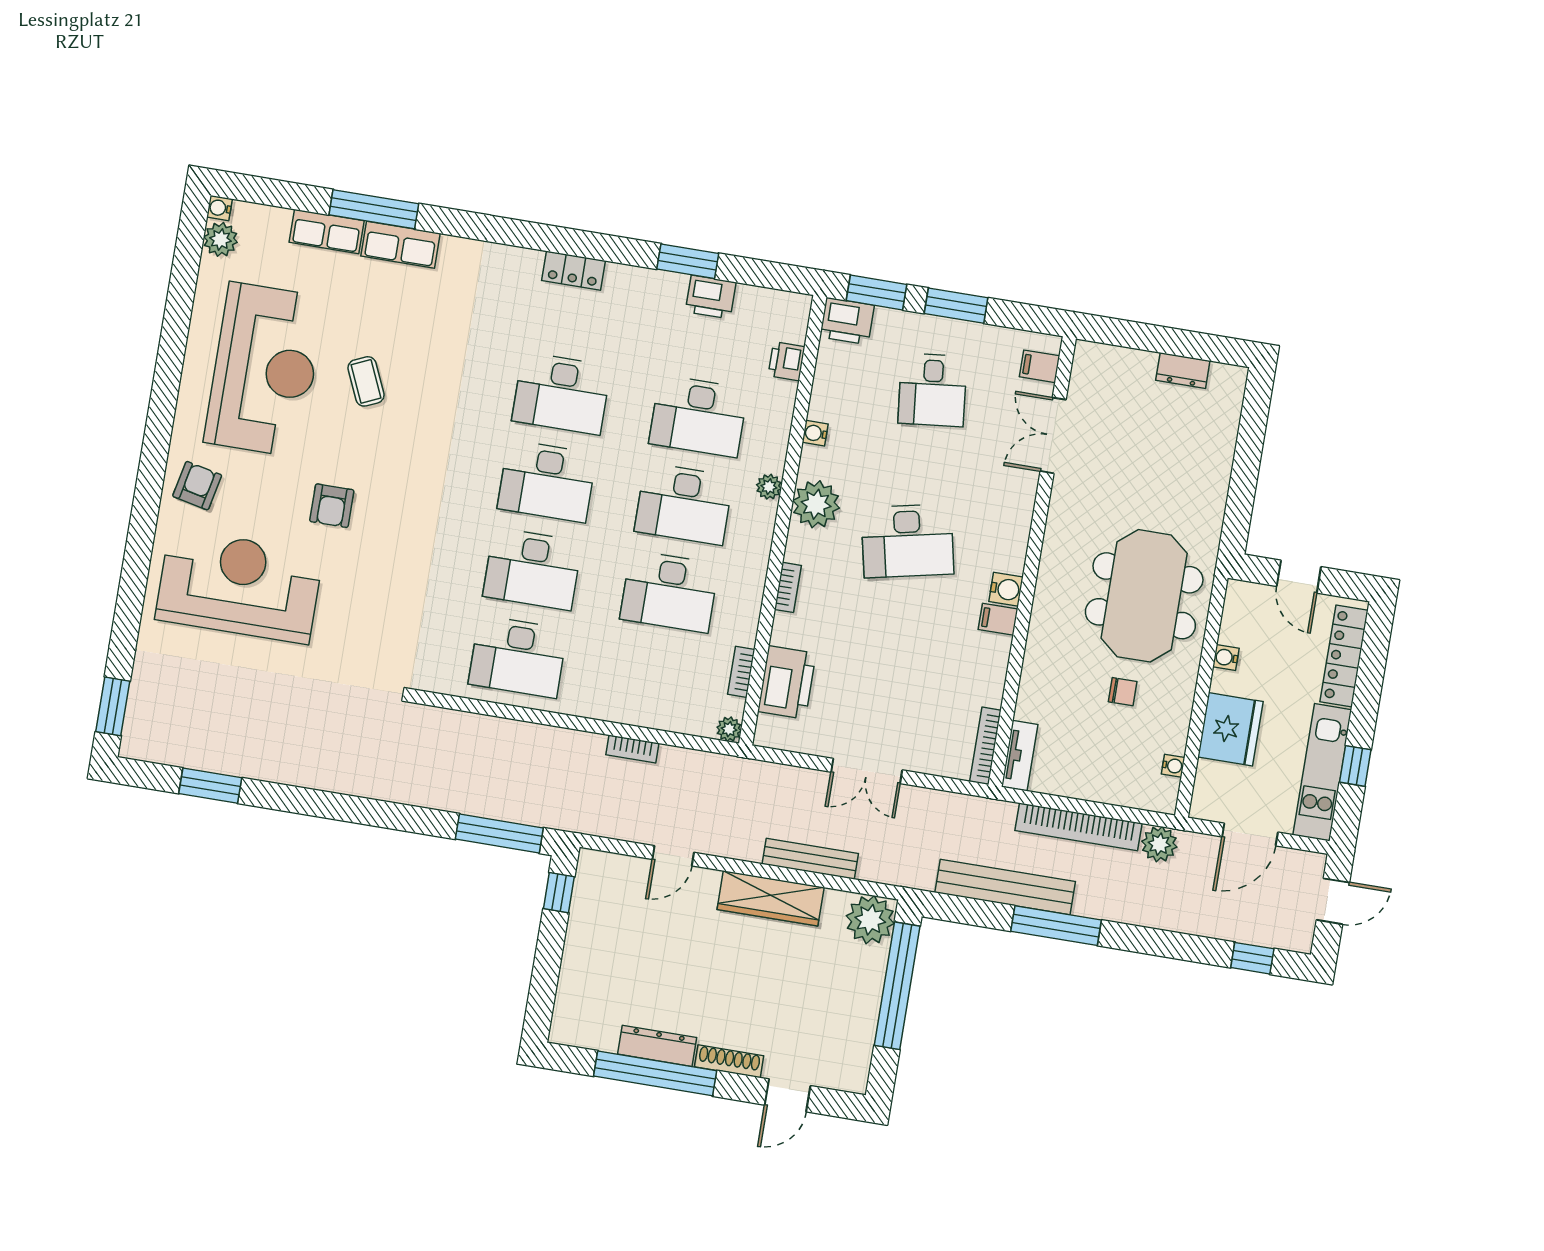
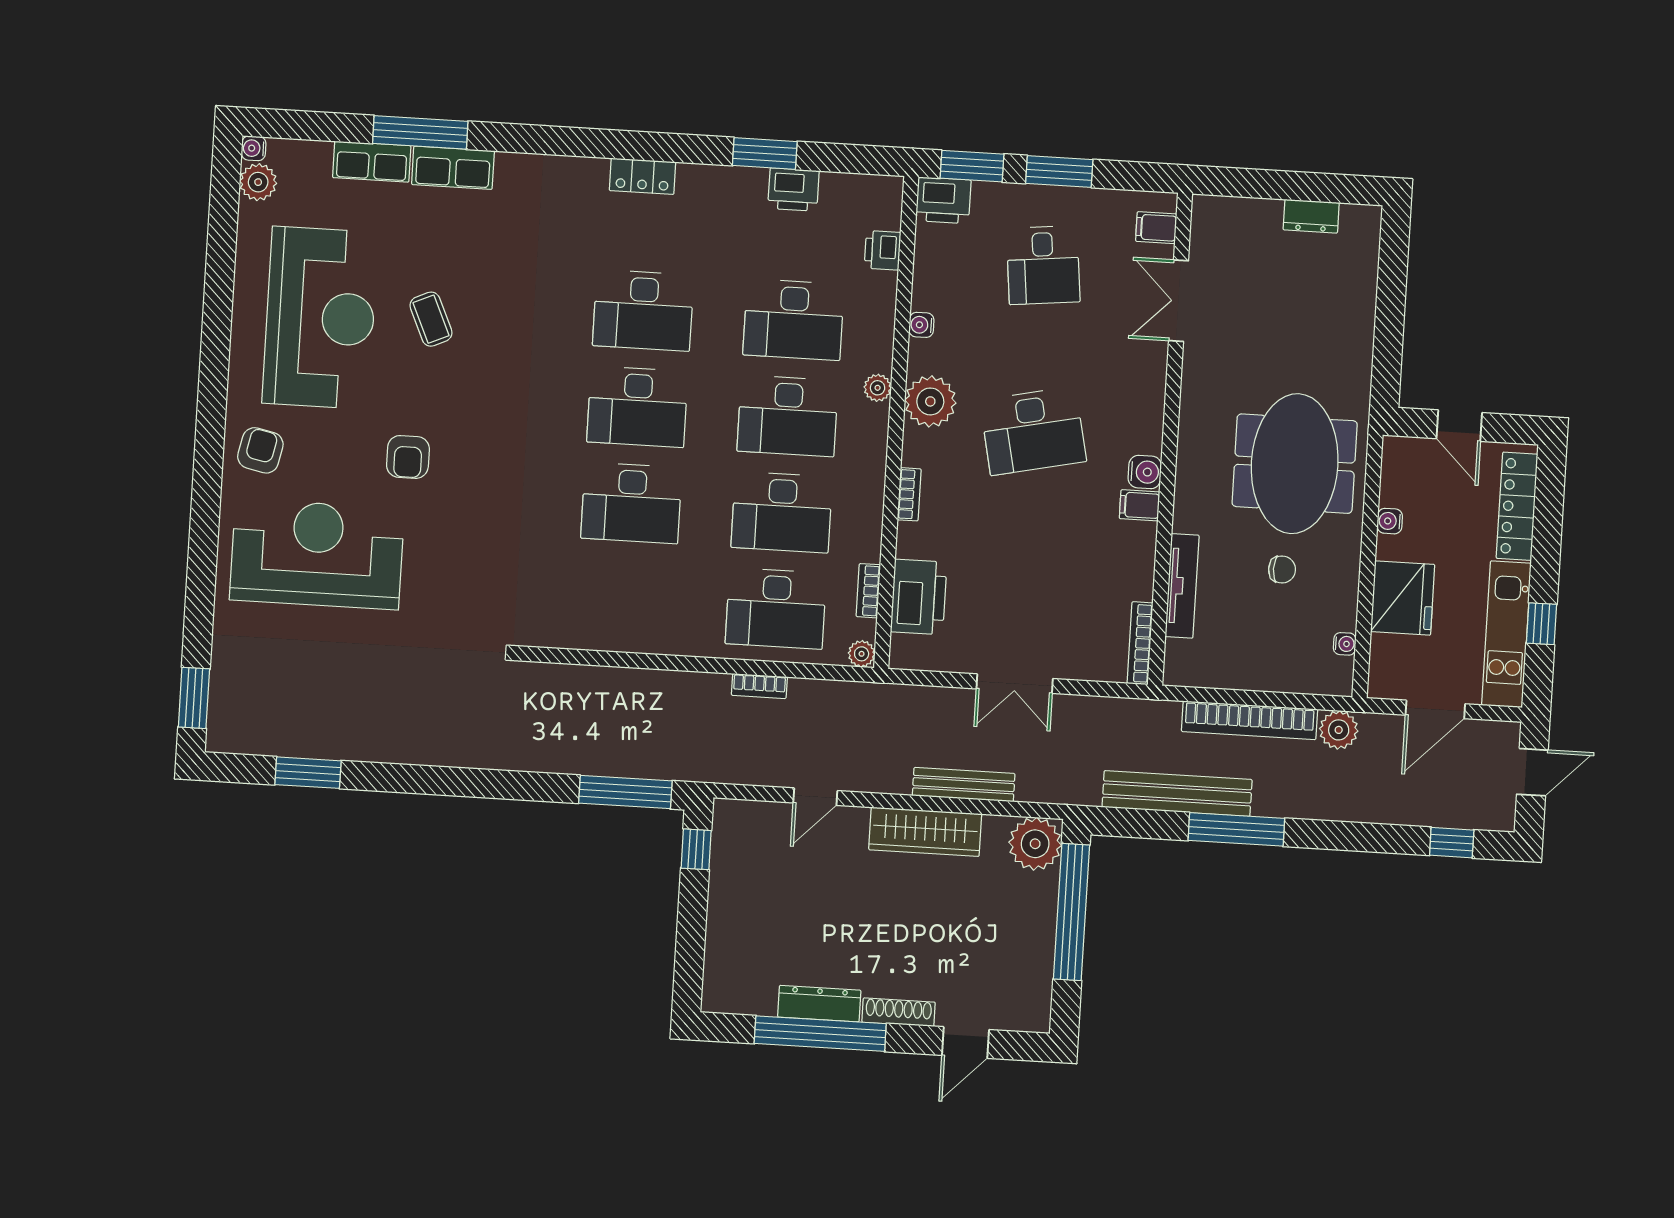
desk: (518, 657) -> (776, 608), moved
tv unit: (1020, 756) -> (1182, 586), moved, width x1.41

